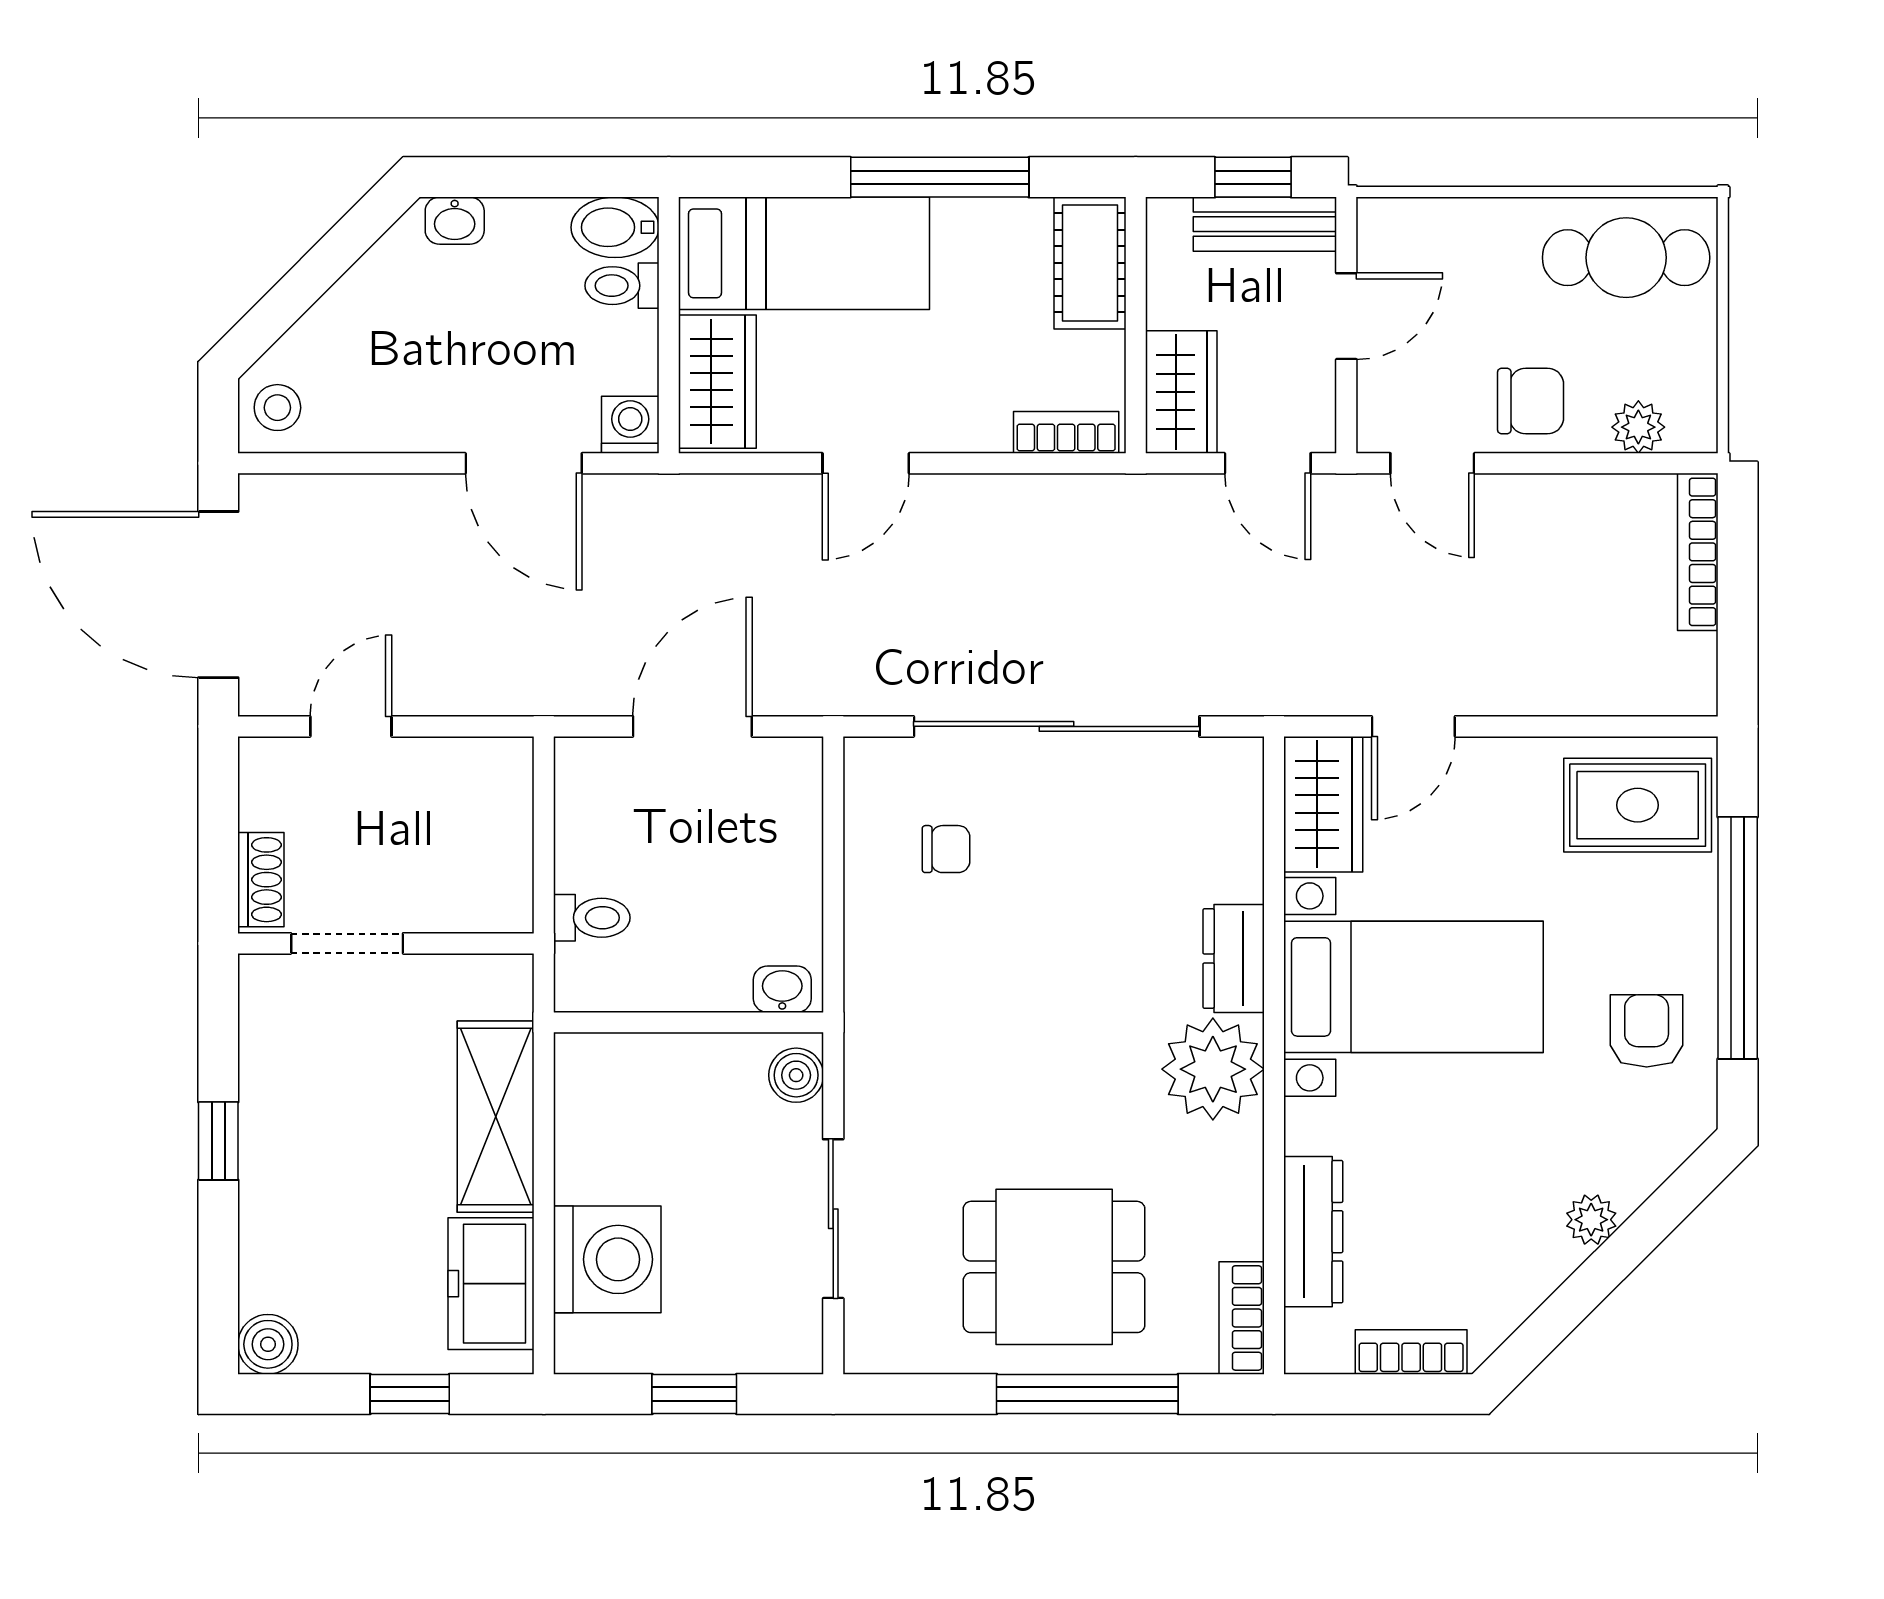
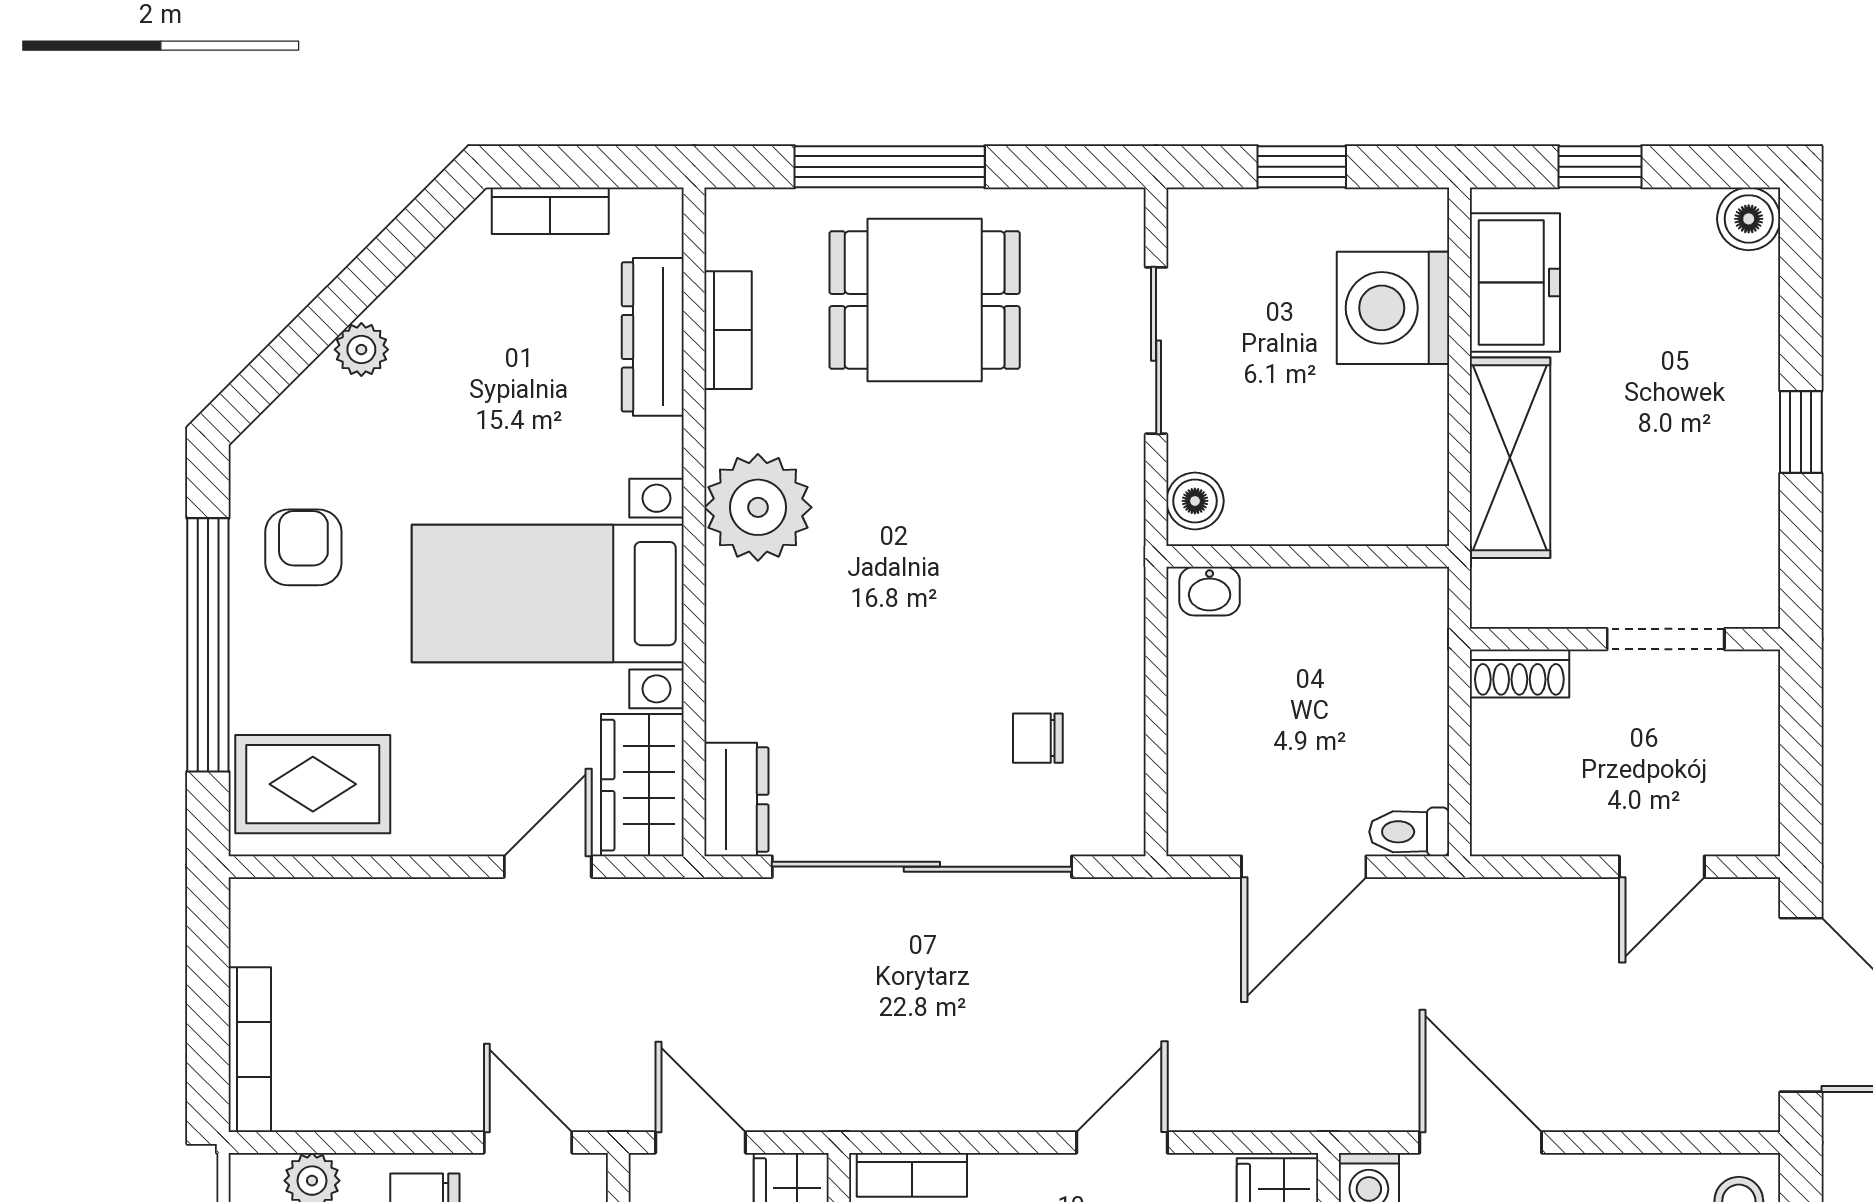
shoe rack: (261, 880) -> (1519, 674), moved, turned -90
toilet: (592, 918) -> (1409, 832), moved
dresser: (1234, 959) -> (736, 799), moved
armchair: (1647, 1031) -> (303, 547), turned 180
bookcase: (1242, 1318) -> (728, 330), moved

